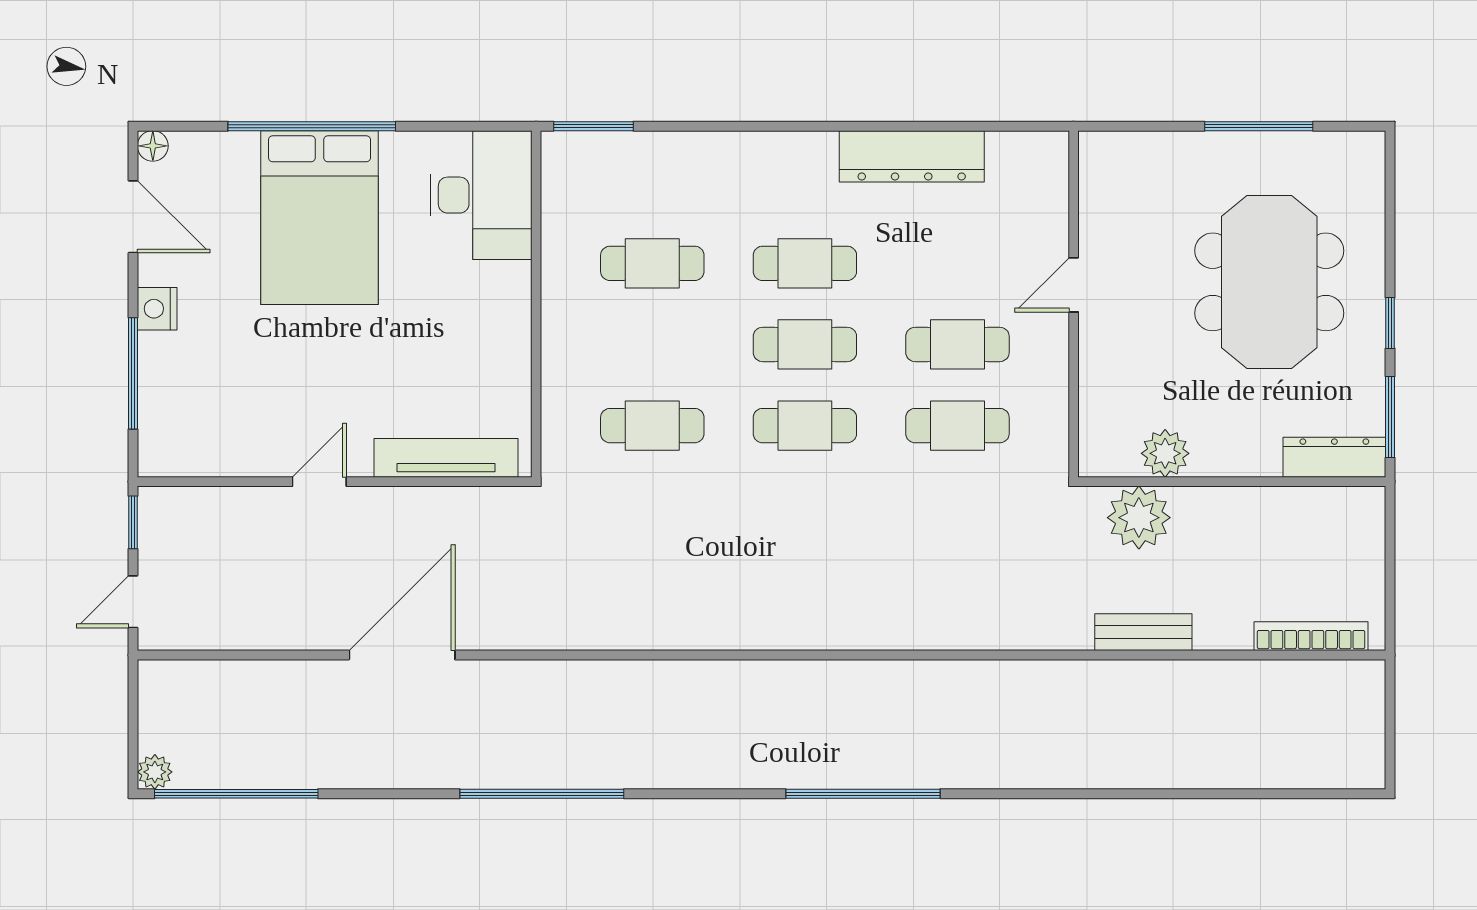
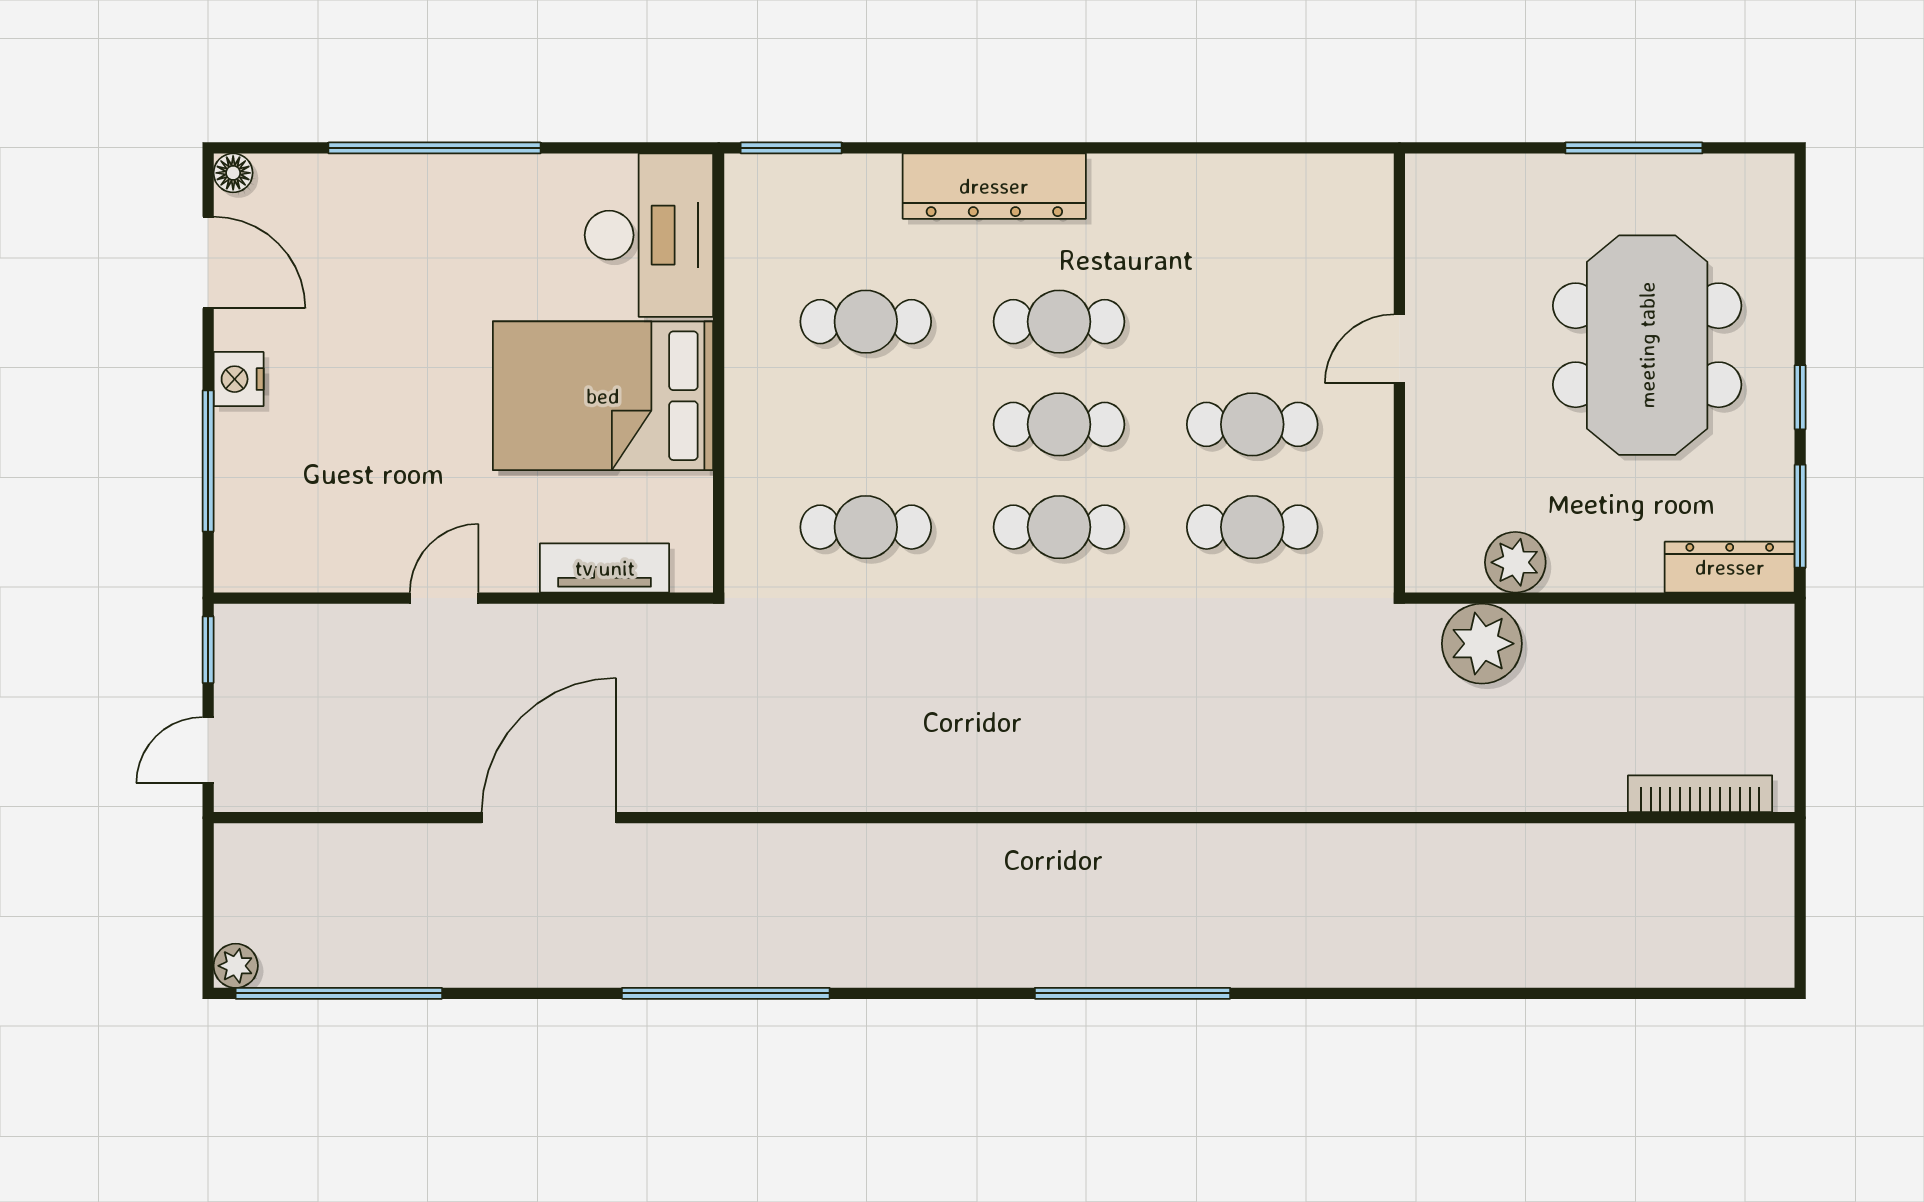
dresser: (912, 156) -> (994, 186), moved
bed: (320, 218) -> (603, 396), moved, turned 90
tv unit: (446, 458) -> (605, 568), width x0.71
bench: (1143, 632) -> (1488, 789), removed

